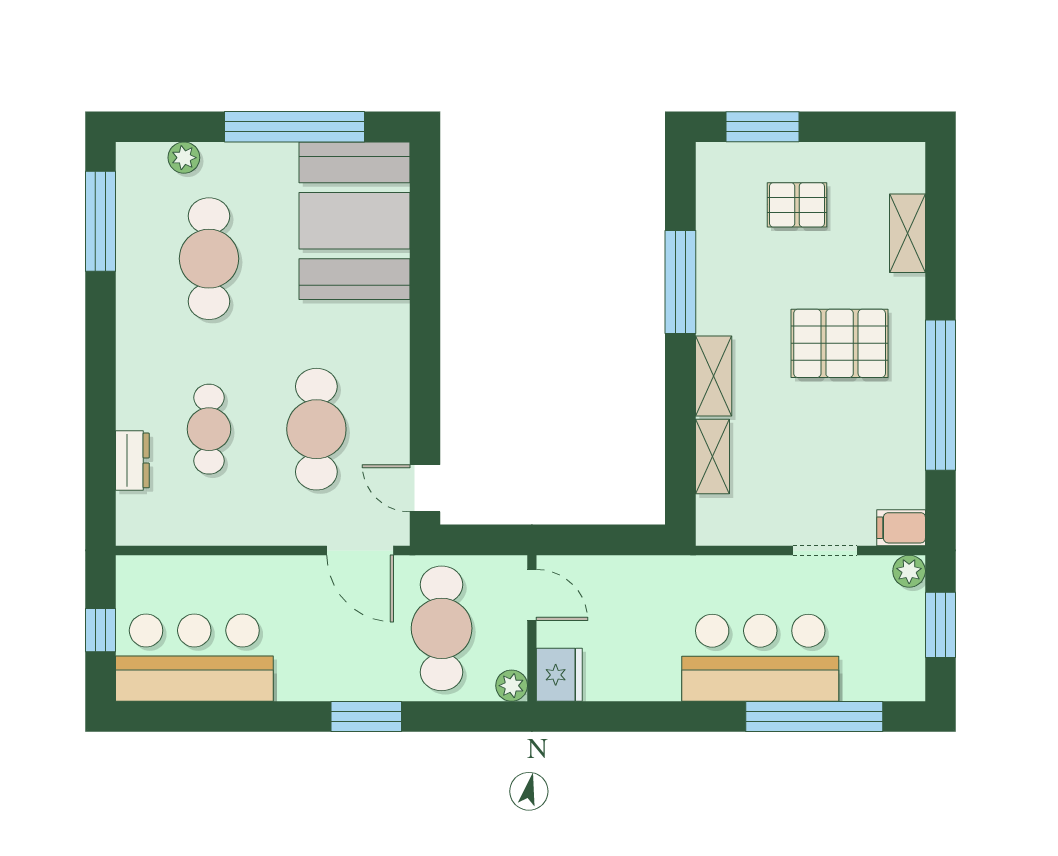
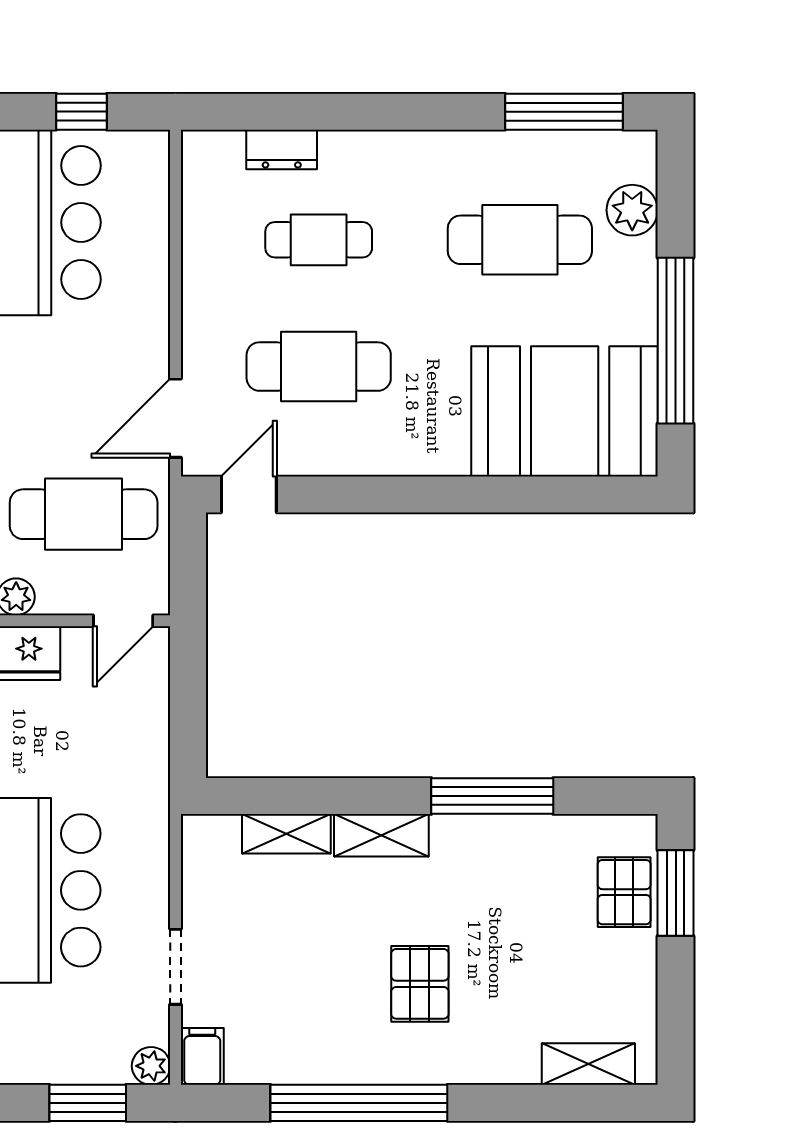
plant: (184, 158) -> (632, 210), width x1.38, depth x1.38
pallet: (797, 205) -> (624, 892), moved
shelving: (907, 233) -> (588, 1064), moved
pallet: (840, 343) -> (420, 984), width x0.67, depth x0.71

